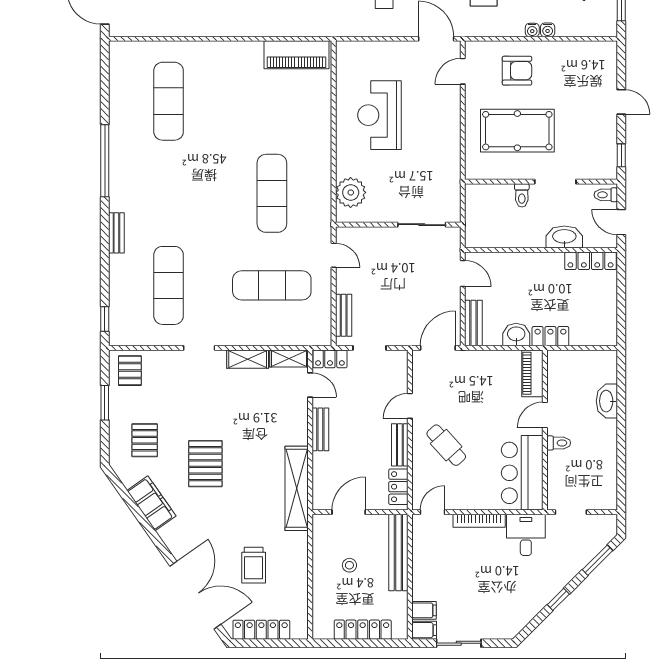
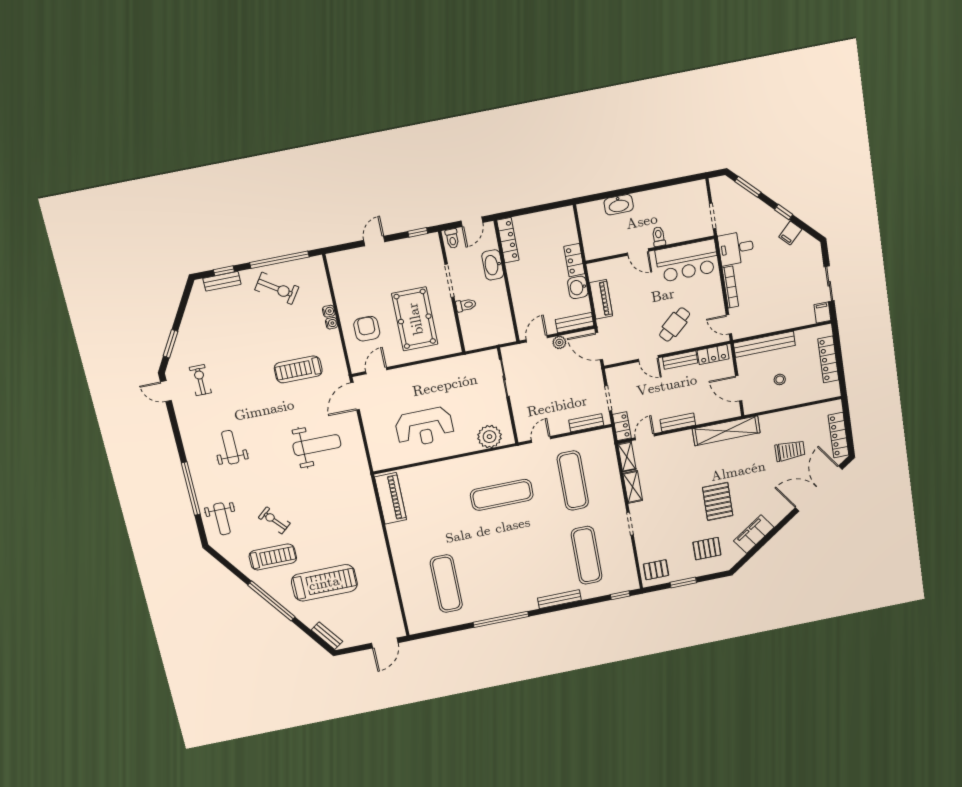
door: (463, 71) -> (376, 371), swing flipped
exercise mat: (169, 101) -> (446, 584), turned 90
bench: (116, 233) -> (559, 599), width x1.36
exercise mat: (169, 285) -> (587, 555), turned 90
plant: (452, 300) -> (559, 342), added
piano: (532, 373) -> (601, 299), moved, turned -90
pallet: (205, 464) -> (718, 501), turned 90
filing cabinet: (424, 610) -> (790, 233), moved, turned -135

